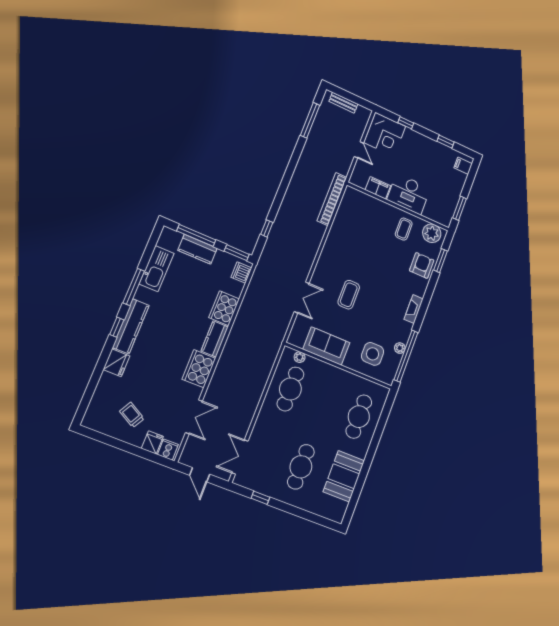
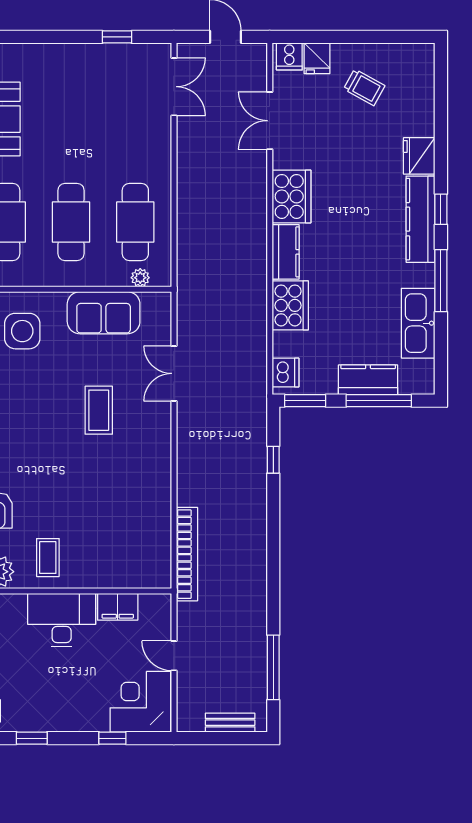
cafe table: (301, 467) -> (71, 222), moved

